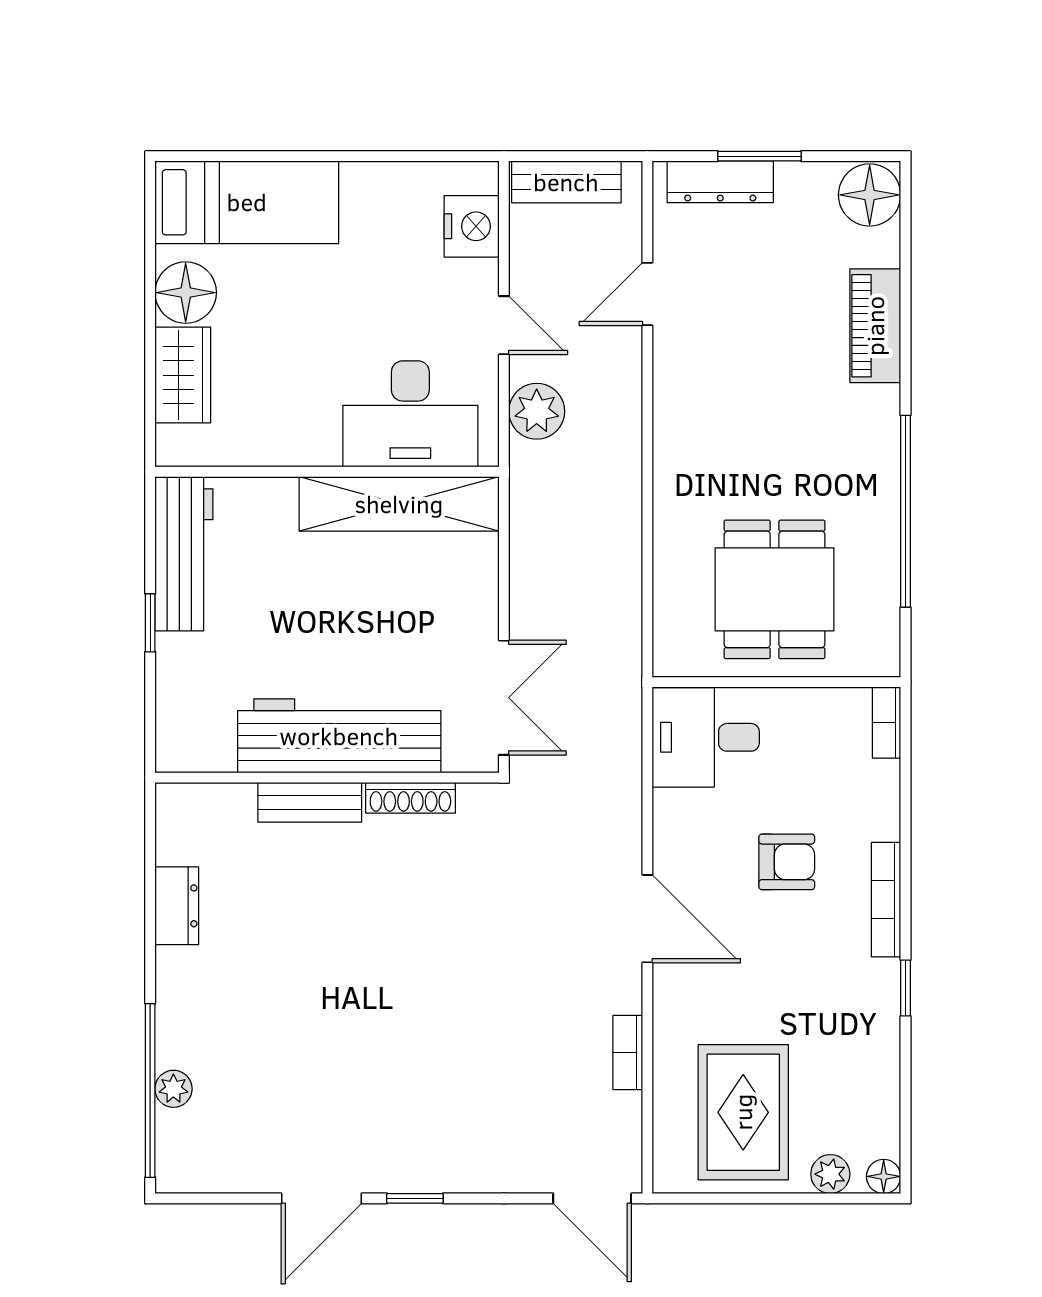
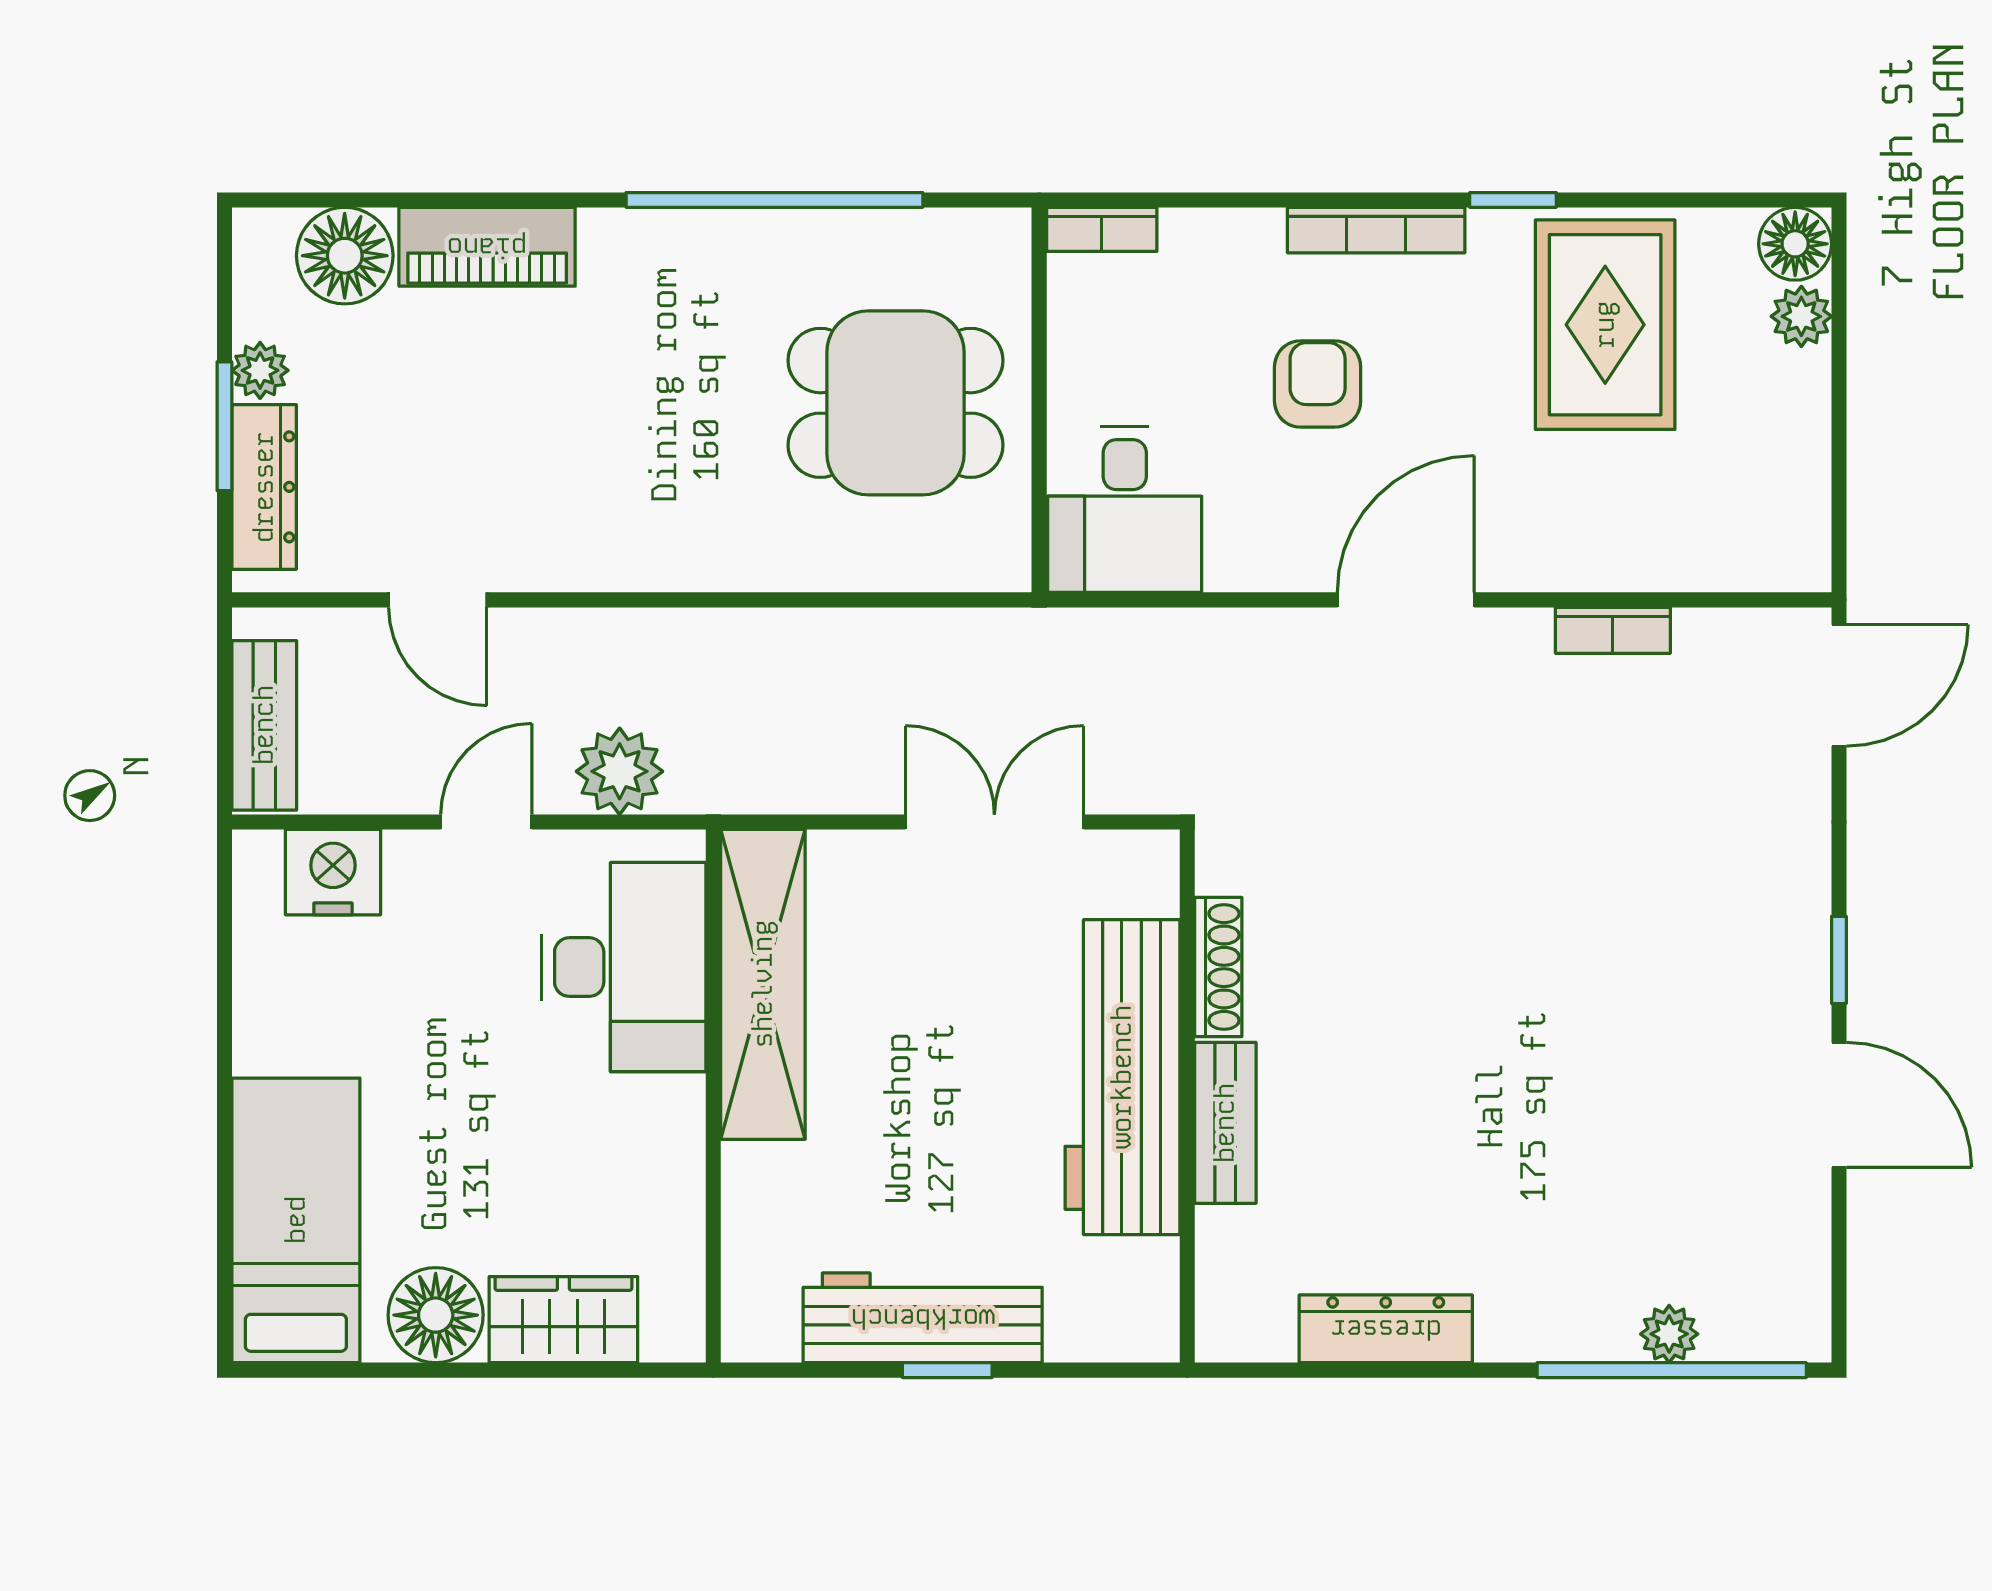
plant: (795, 179) -> (260, 370), added
floor lamp: (870, 195) -> (345, 256), moved
workbench: (184, 554) -> (923, 1318), moved
double door: (504, 698) -> (994, 822), moved
dresser: (177, 906) -> (1386, 1329), width x1.44
rug: (743, 1112) -> (1605, 325), moved, turned 90
floor lamp: (884, 1176) -> (1795, 244), width x1.37, depth x1.37

